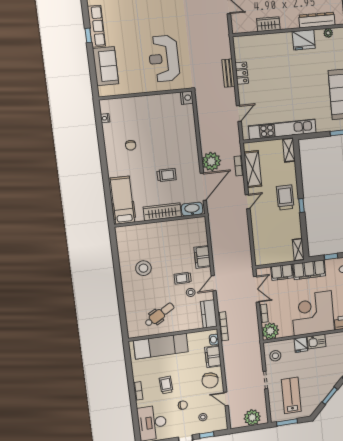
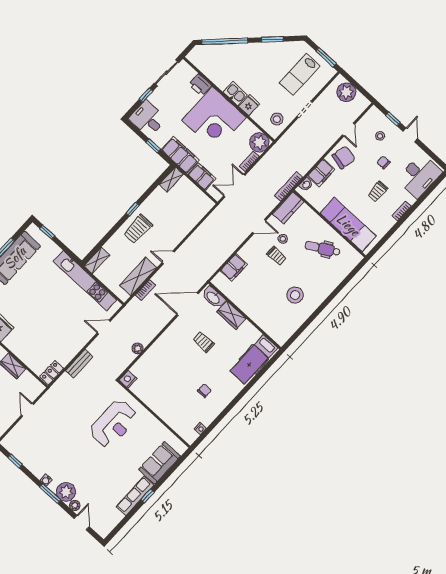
locker: (242, 73) -> (52, 373), moved
plant: (211, 161) -> (137, 348), moved, width x0.53, depth x0.53
wardrobe: (162, 212) -> (231, 315), width x0.67
filing cabinet: (202, 257) -> (234, 267), moved

